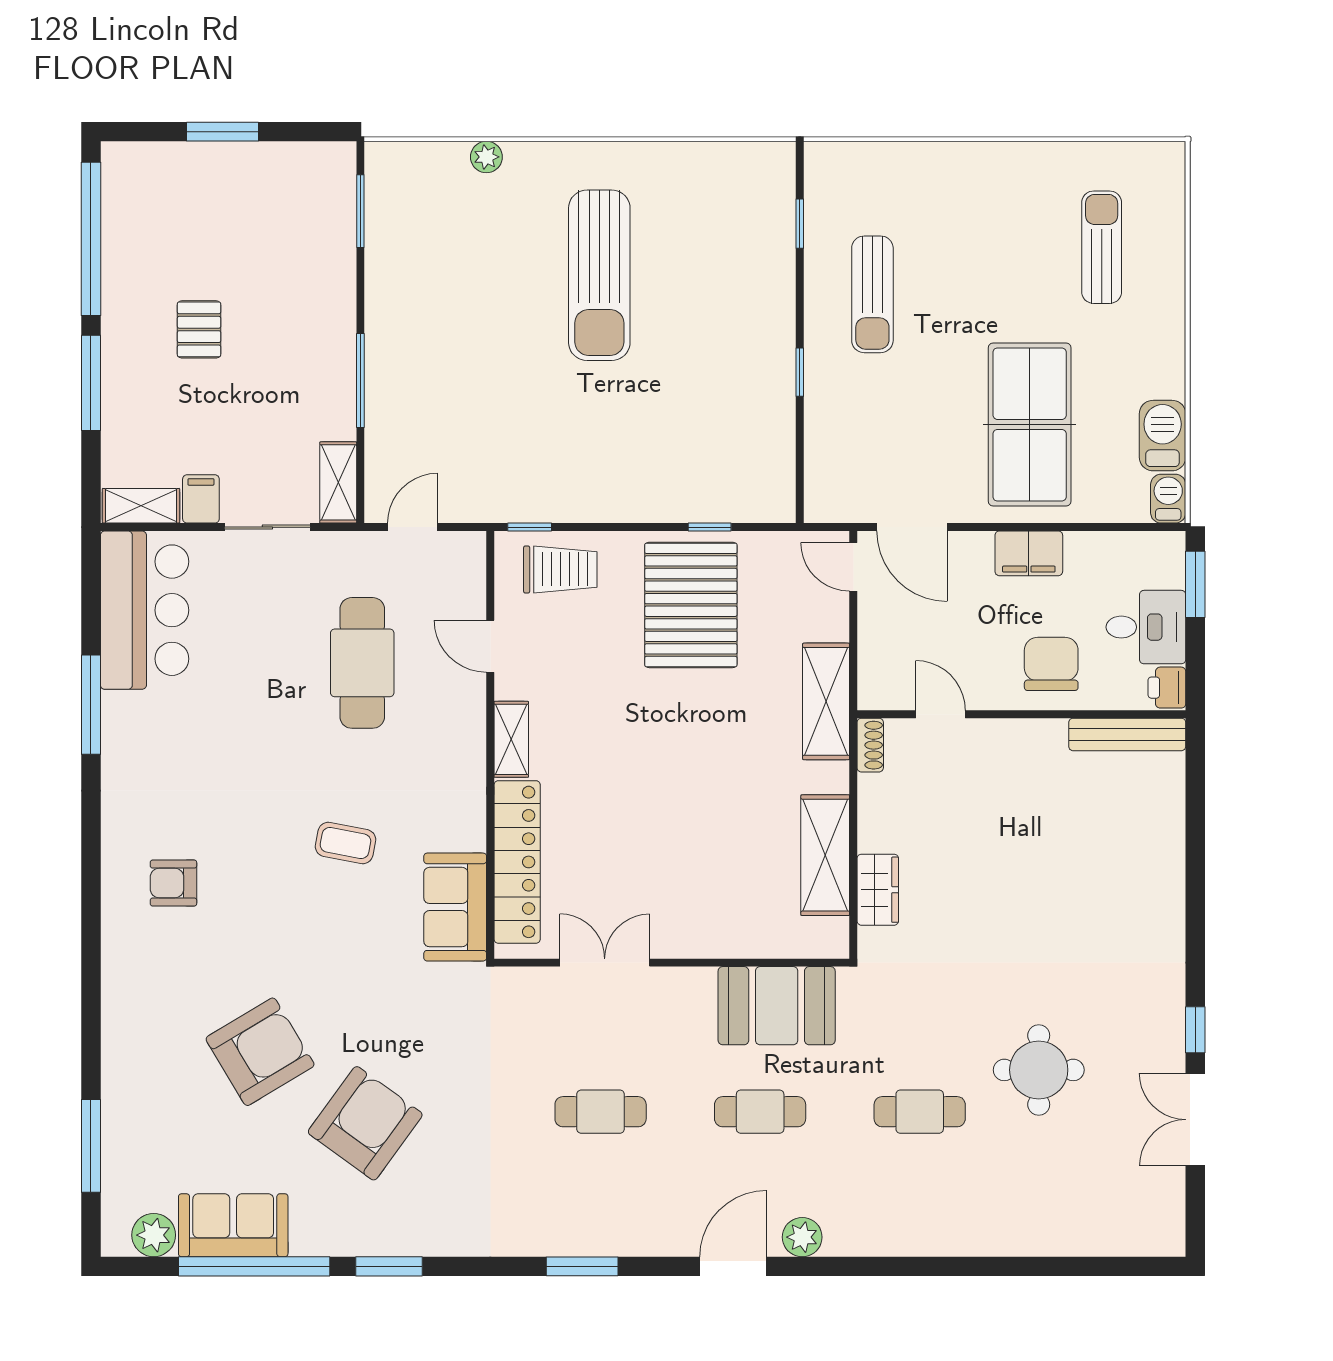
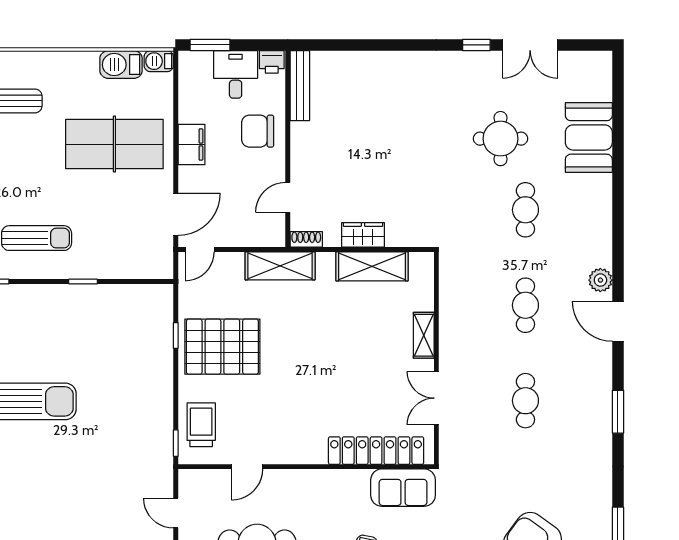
shelving: (511, 739) -> (424, 335), moved, turned 90
wardrobe: (878, 890) -> (363, 235), moved
booth: (777, 1006) -> (589, 137), moved

